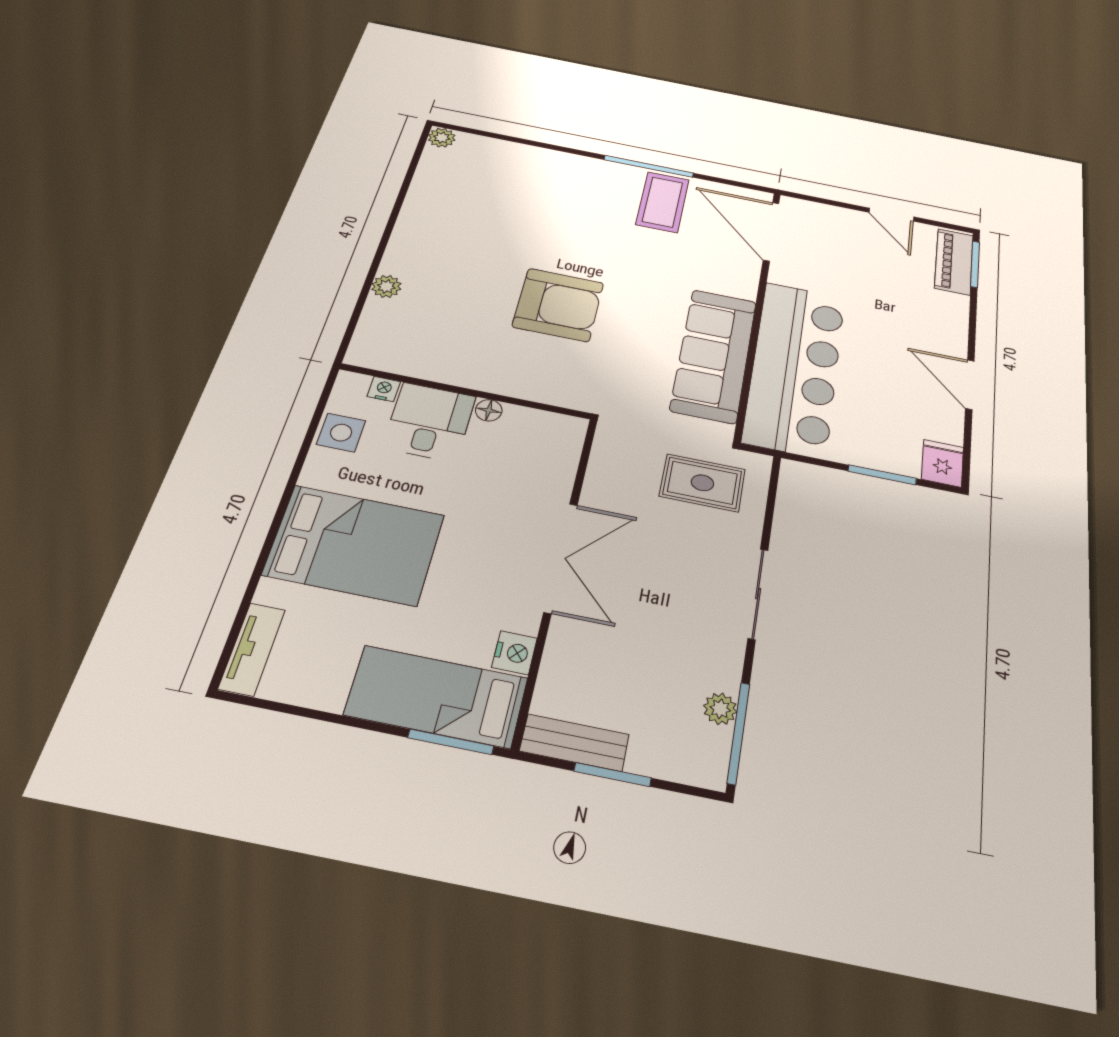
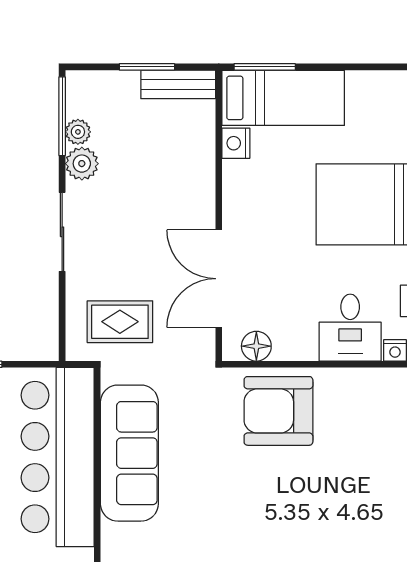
armchair: (558, 305) -> (278, 411), moved
floor lamp: (489, 410) -> (256, 346), moved, width x1.37, depth x1.37
double door: (561, 558) -> (219, 279), moved
plant: (721, 669) -> (82, 164), added

